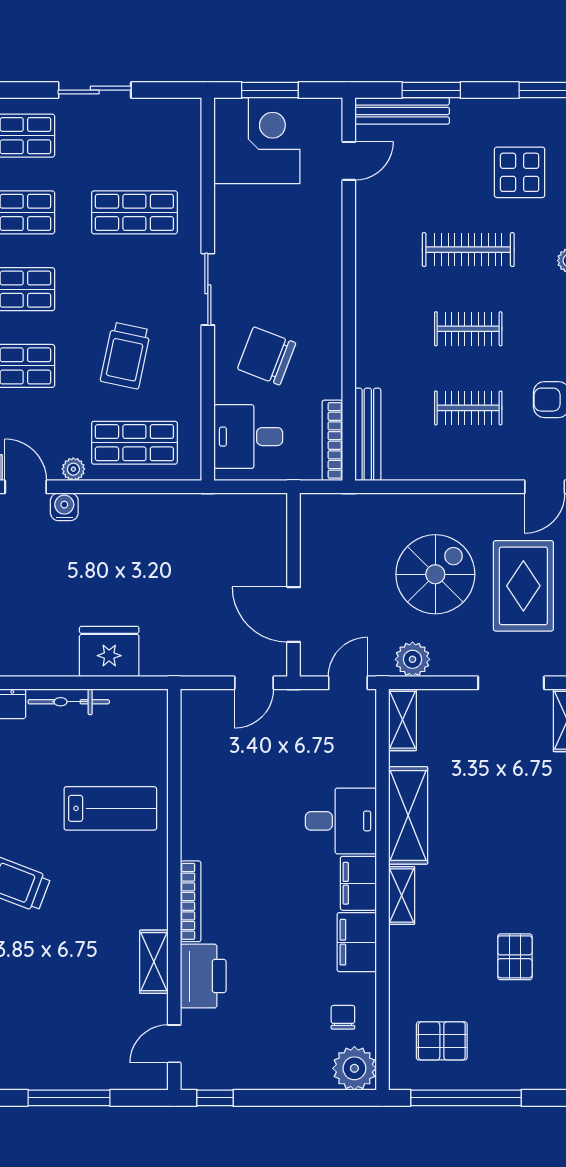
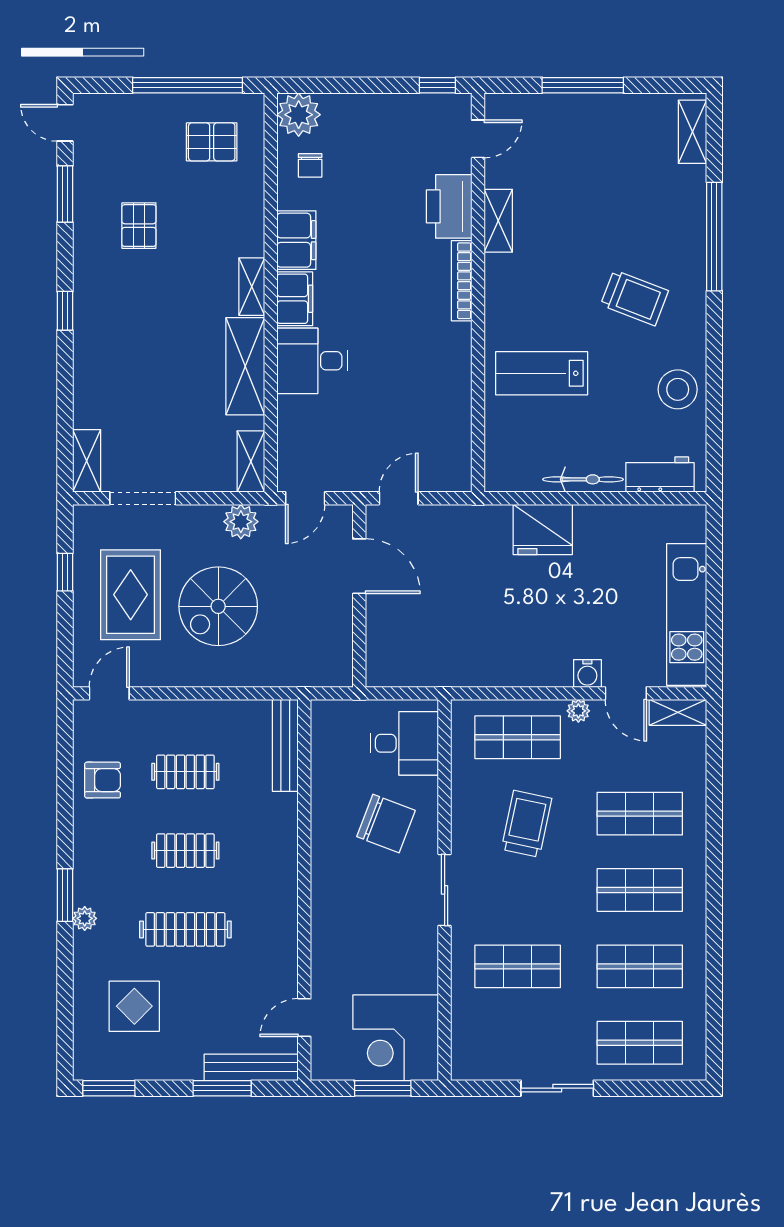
bookcase: (332, 440) -> (321, 739), removed

